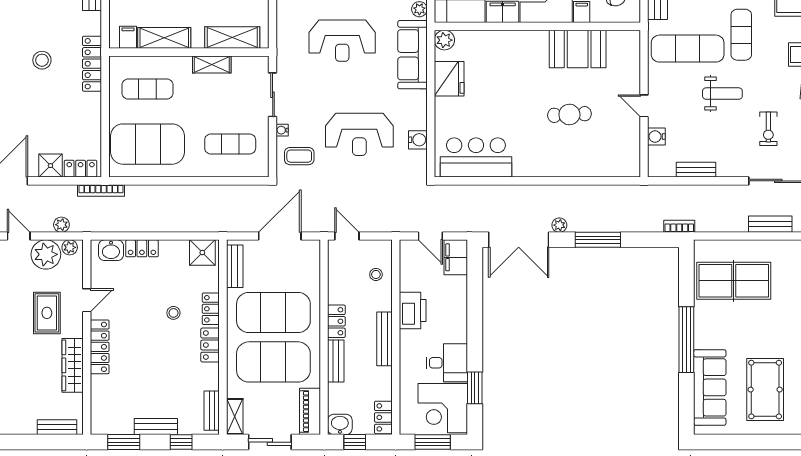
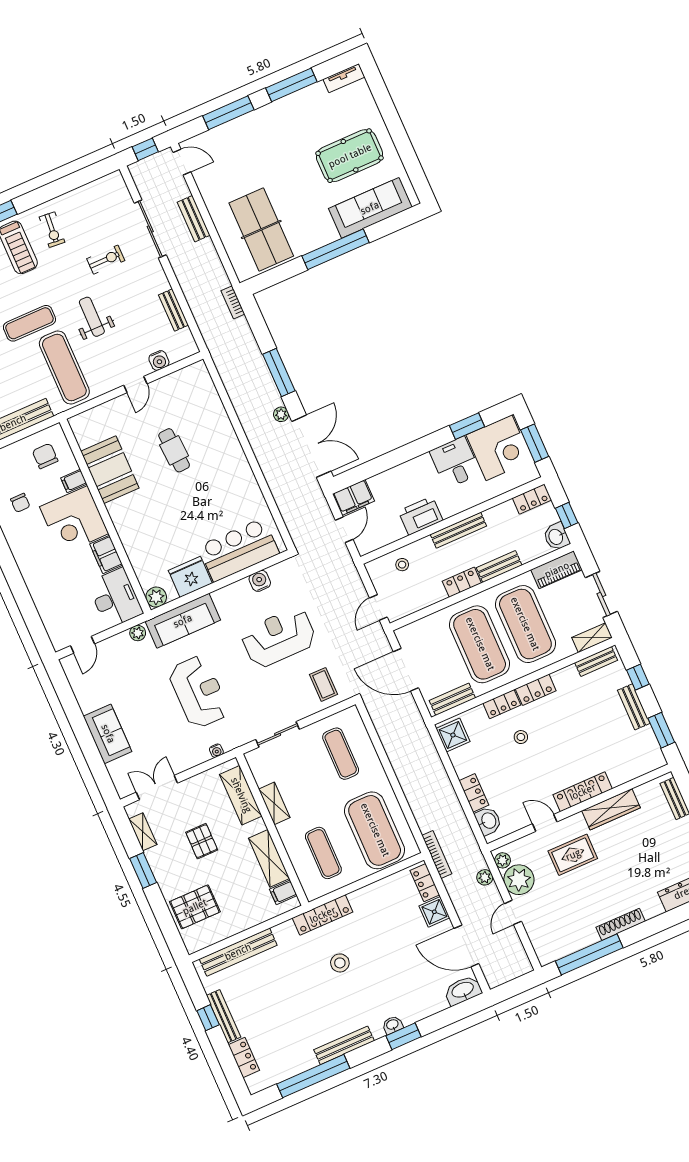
water cooler: (282, 130) -> (216, 751), moved
reception desk: (359, 134) -> (279, 637), turned -90
bar counter: (476, 157) -> (239, 550), moved, turned 90

